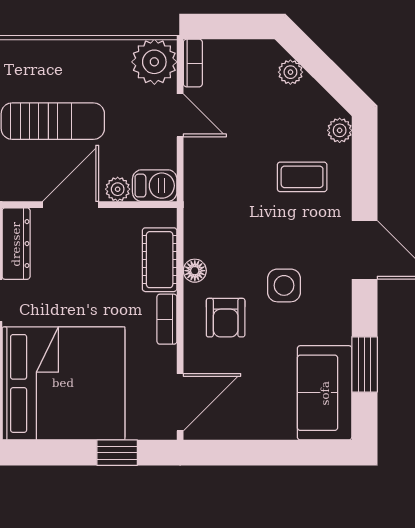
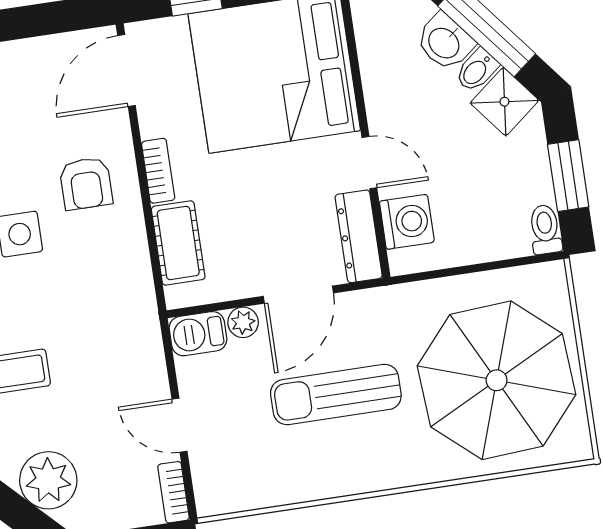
plant: (154, 62) -> (221, 487), removed
plant: (290, 72) -> (48, 480), width x1.87, depth x1.87
floor lamp: (195, 271) -> (133, 236), removed
armchair: (226, 318) -> (86, 183), turned 180

